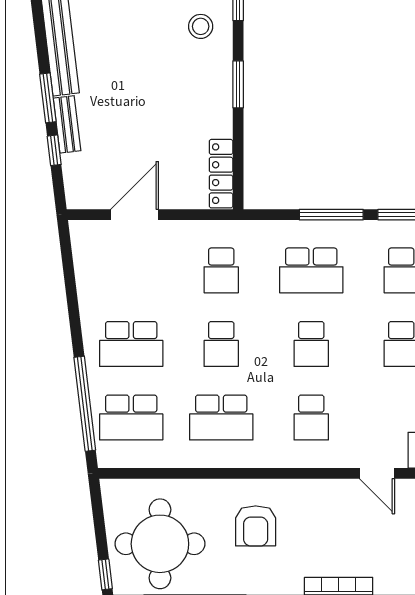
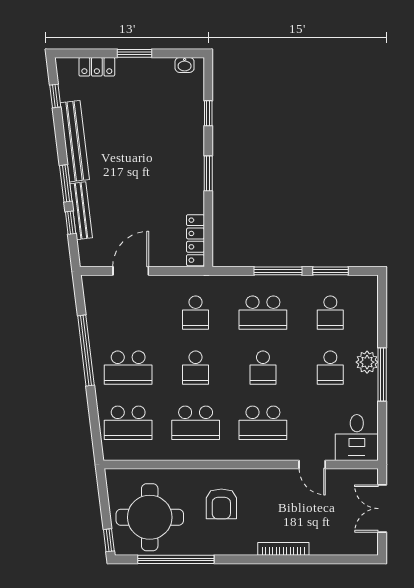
stool: (201, 26) -> (180, 130), removed
bench: (67, 124) -> (81, 211), width x1.36
window: (85, 404) -> (86, 351), moved
school desk: (311, 418) -> (263, 423), width x1.85

